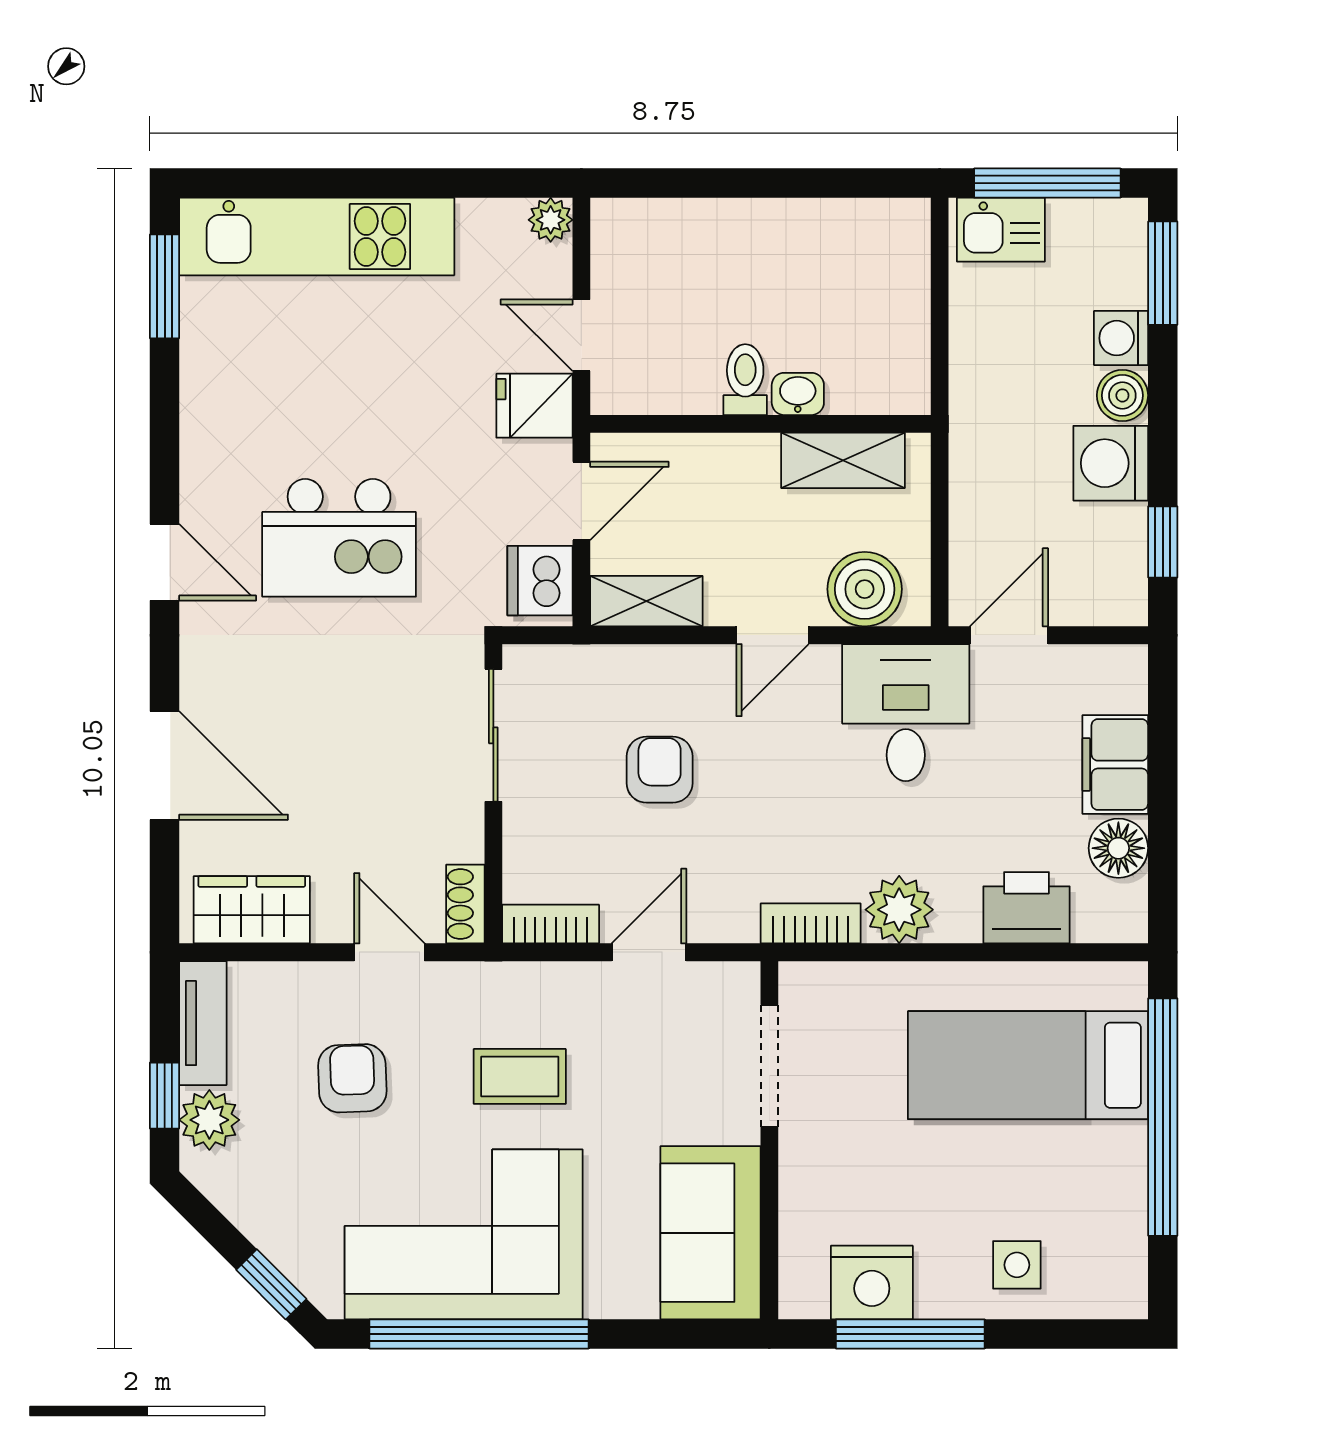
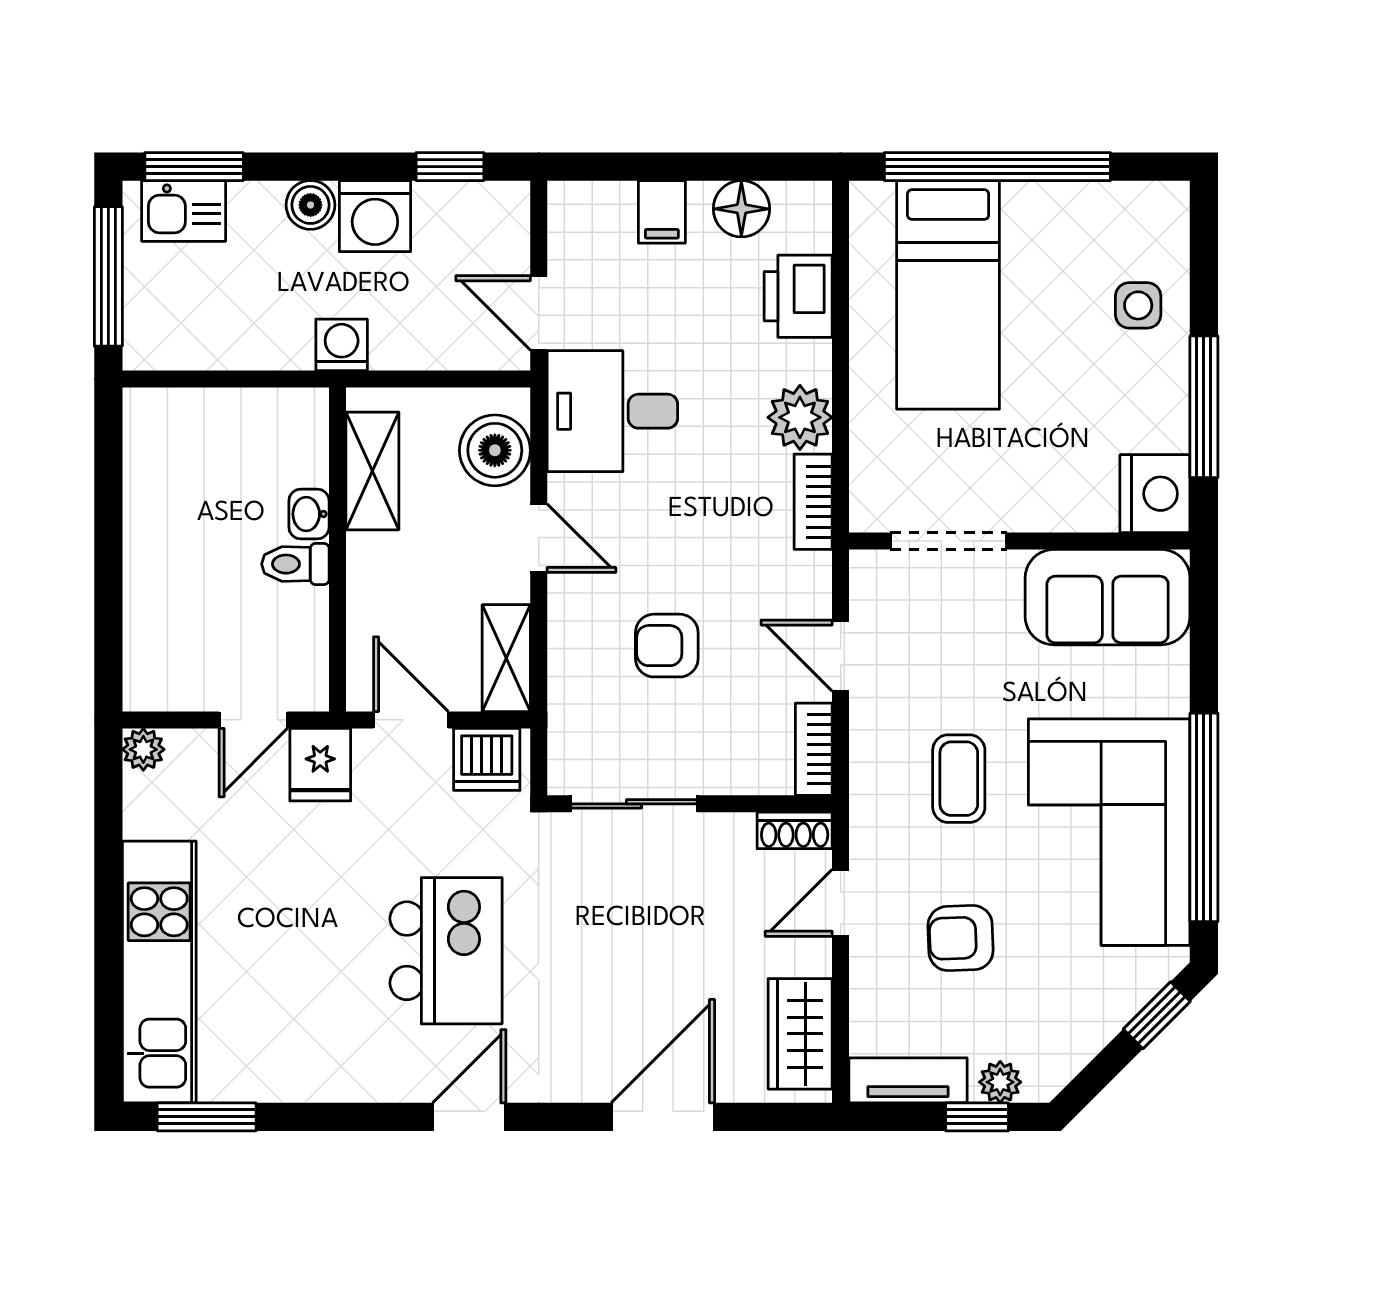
kitchen sink: (1001, 230) -> (184, 211), moved, turned 90
washing machine: (1121, 338) -> (342, 345), moved, turned 180
filing cabinet: (1115, 765) -> (662, 212), width x0.50
plant: (209, 1120) -> (1000, 1082), width x0.73, depth x0.73
nightstand: (872, 1282) -> (1155, 494), moved

